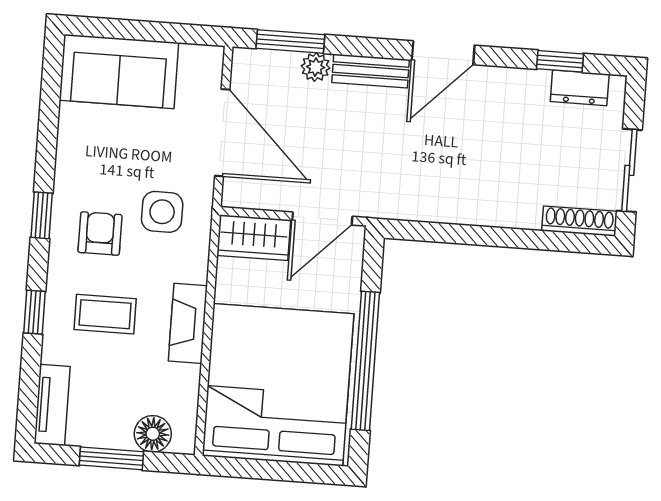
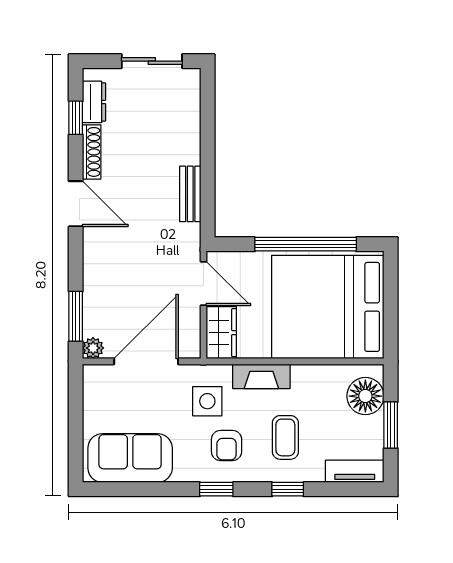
plant: (316, 67) -> (93, 348), moved
sofa: (119, 71) -> (130, 458), moved, turned -90
bench: (371, 71) -> (190, 194), moved
shoe rack: (579, 221) -> (92, 152), moved, turned 180
armchair: (100, 234) -> (227, 445), turned -90
fireplace: (188, 323) -> (261, 376), moved
floor lamp: (153, 434) -> (365, 396), width x1.38, depth x1.38

